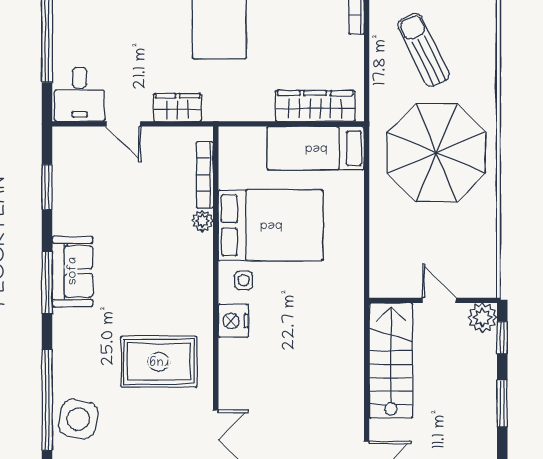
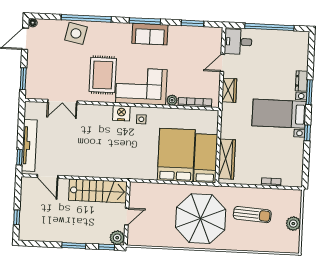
sun lounger: (423, 50) -> (252, 215), turned 30
bed: (271, 225) -> (176, 155), moved, turned 180
corner sofa: (178, 284) -> (141, 86), added

